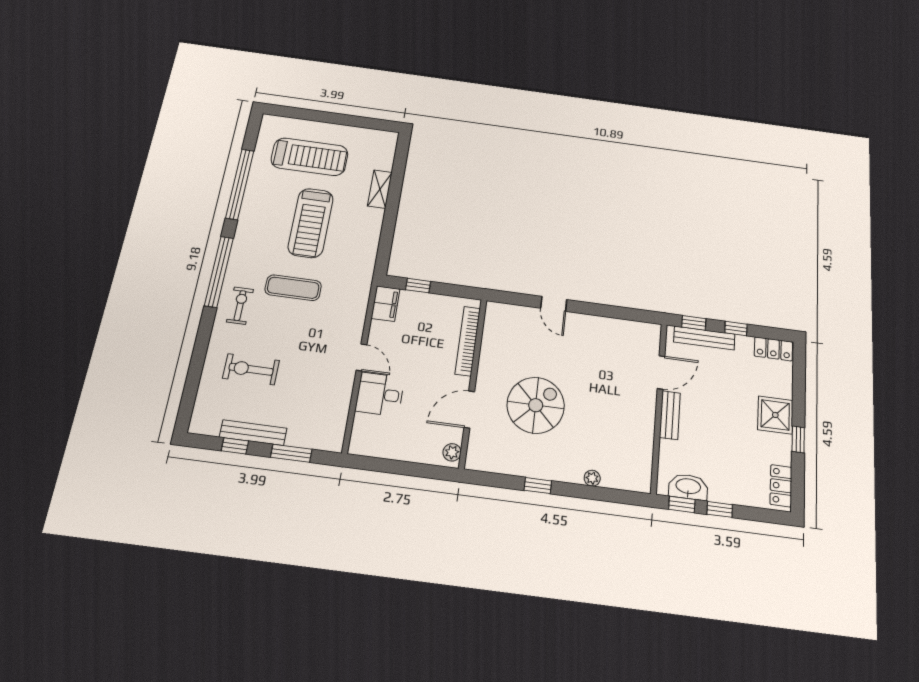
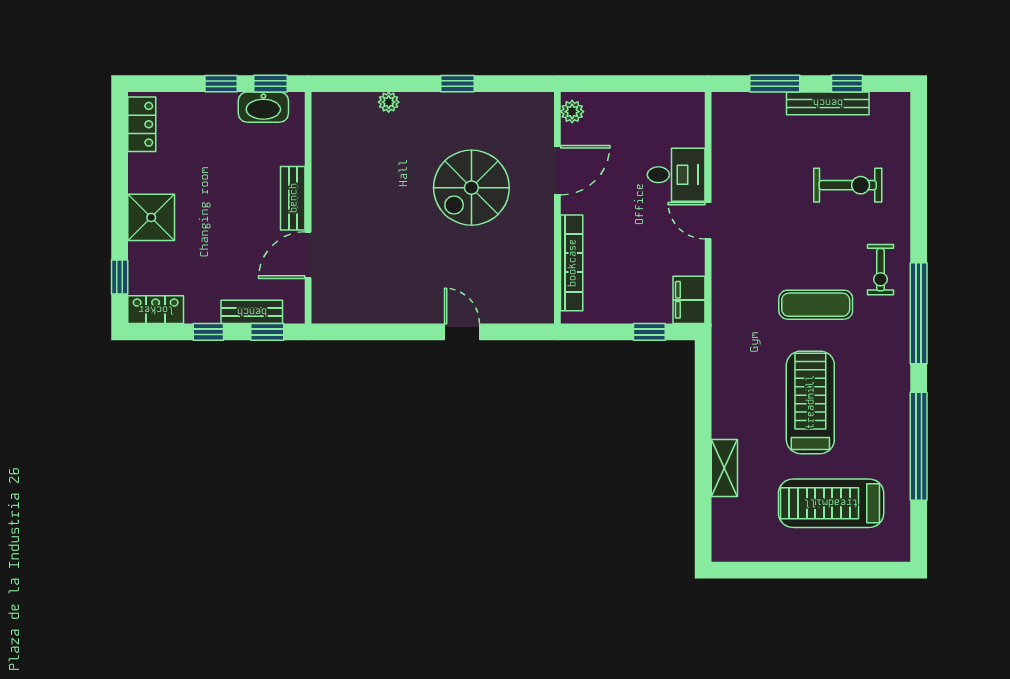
bench: (704, 338) -> (252, 312), width x0.73
window: (798, 439) -> (120, 277), moved

